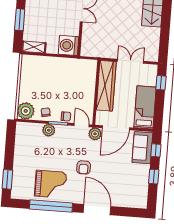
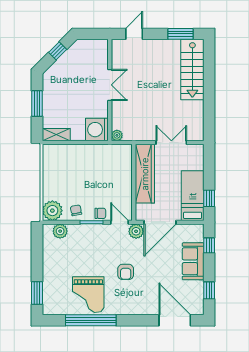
plant: (85, 52) -> (117, 135), added
window: (161, 83) -> (209, 198), moved
plant: (49, 130) -> (60, 231), moved
sofa: (142, 148) -> (193, 261), moved
window: (154, 177) -> (209, 290), moved
grand piano: (51, 184) -> (88, 295), turned 90
door: (97, 210) -> (175, 320), moved

